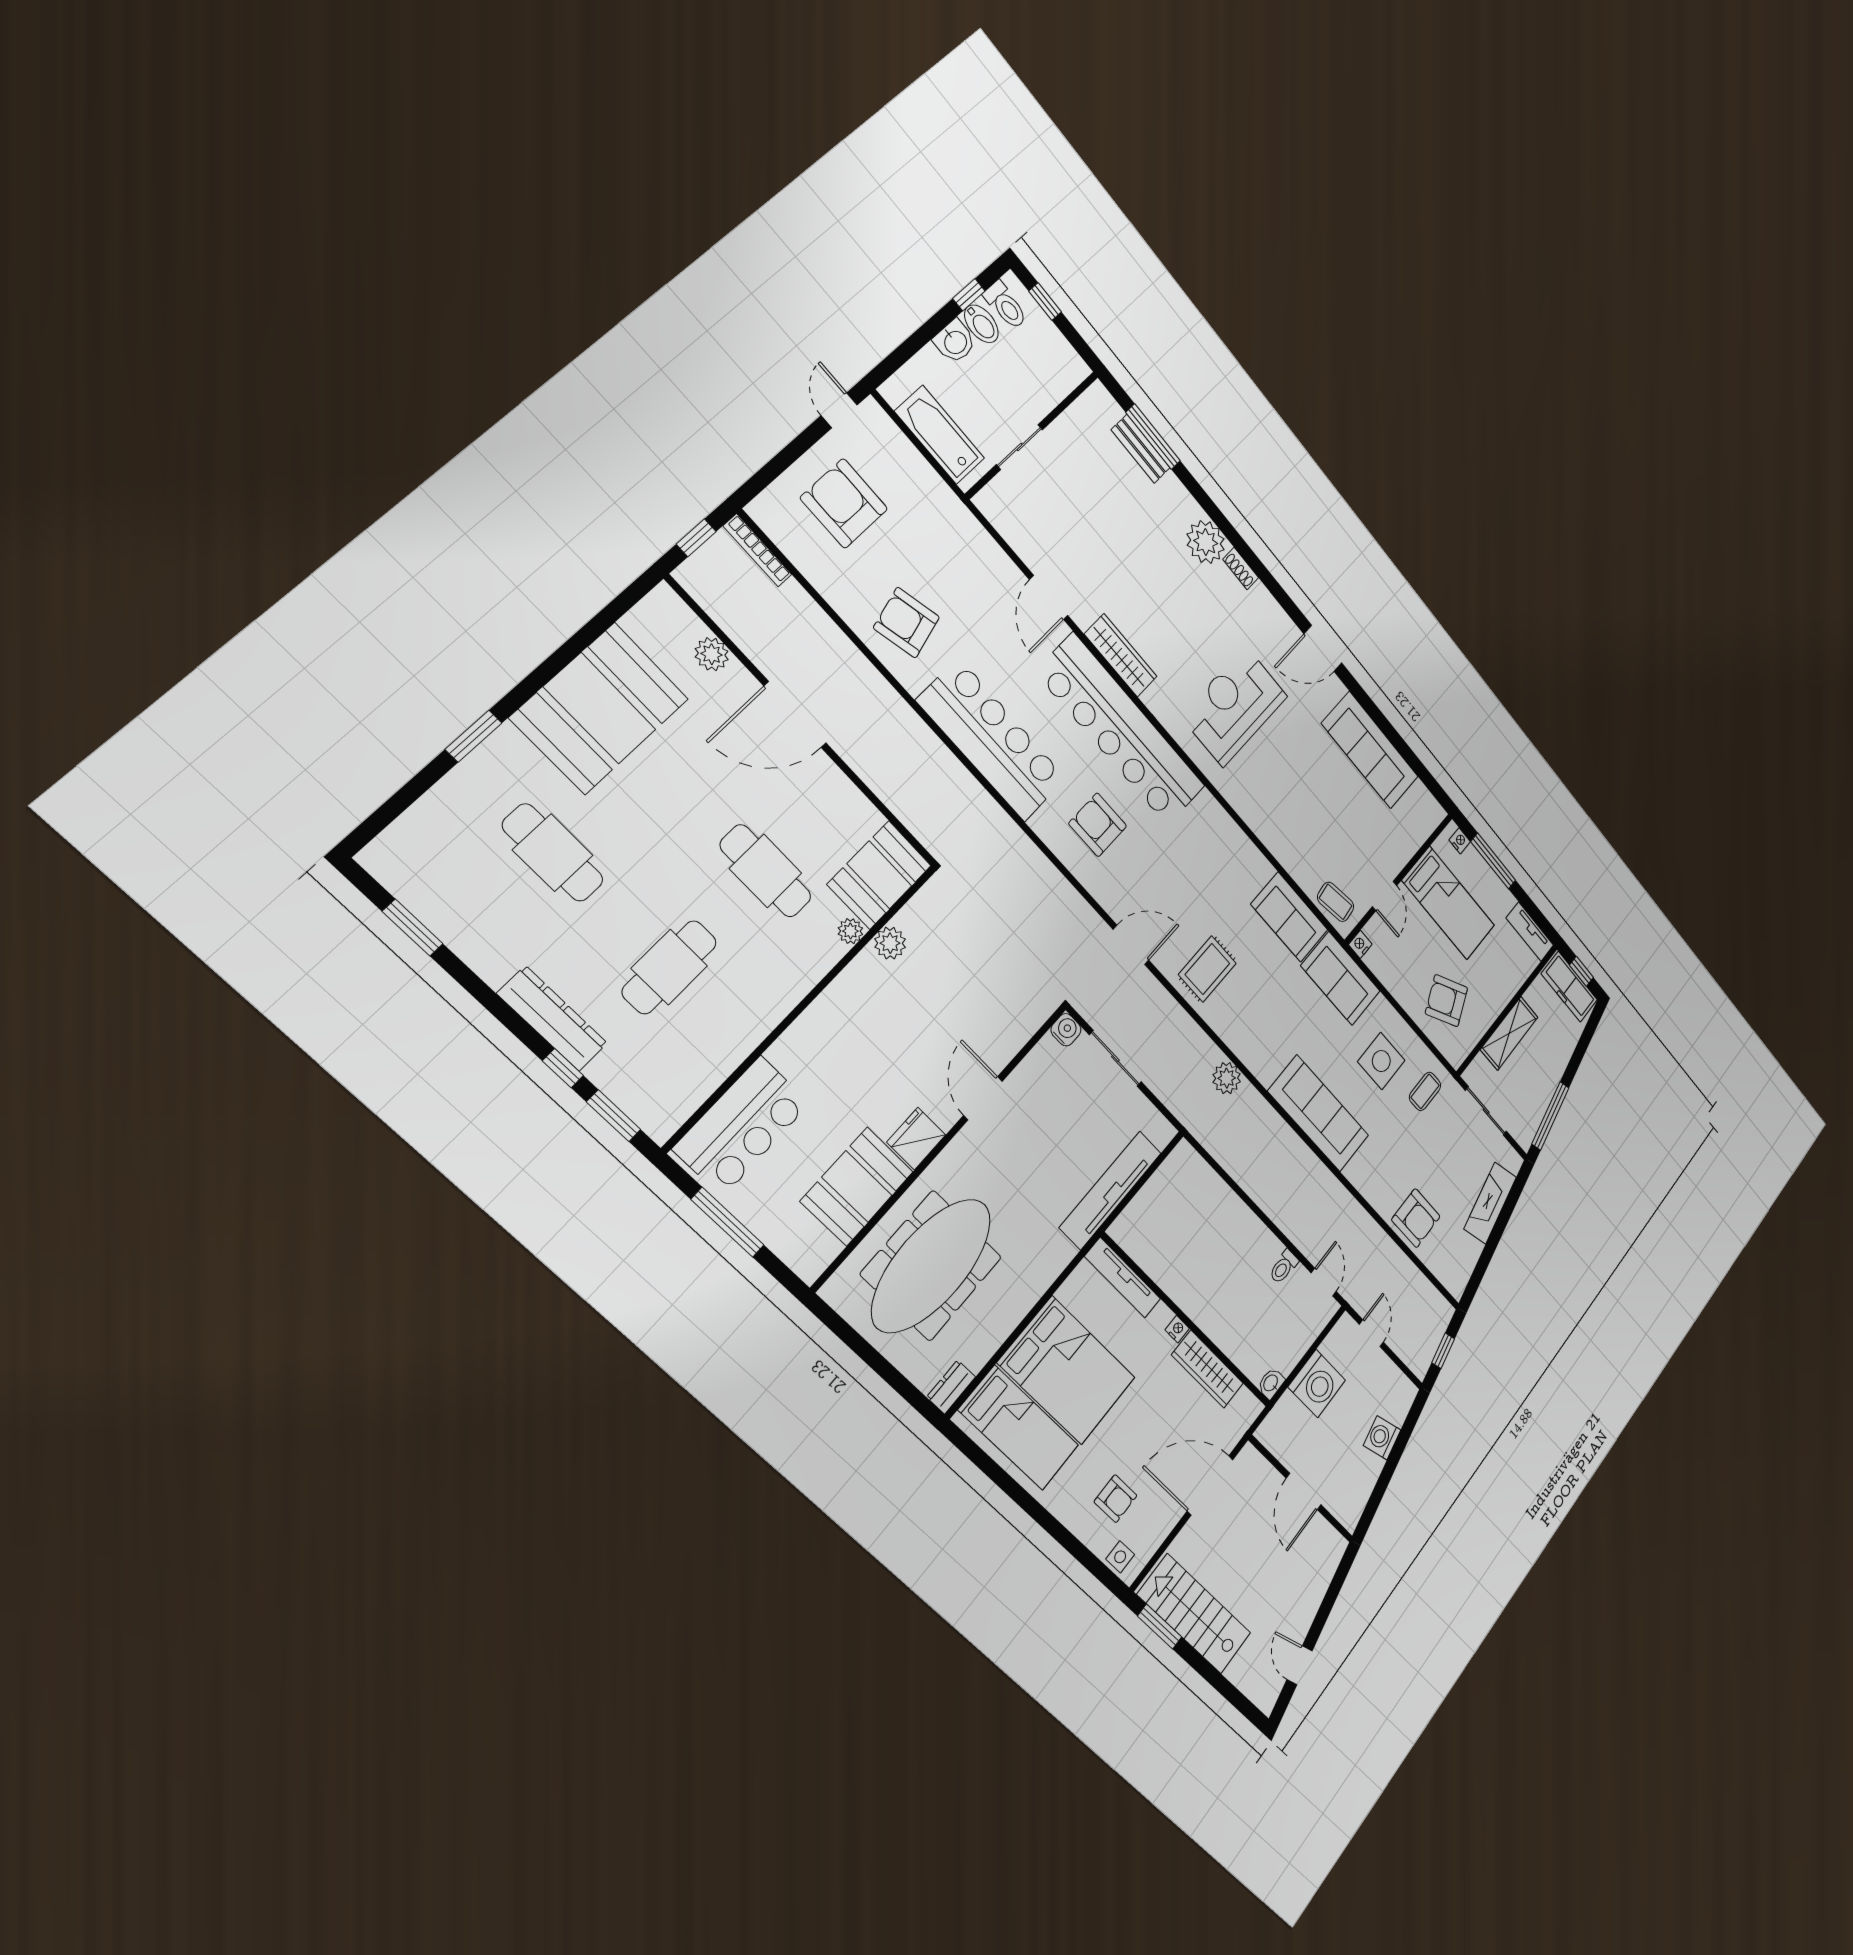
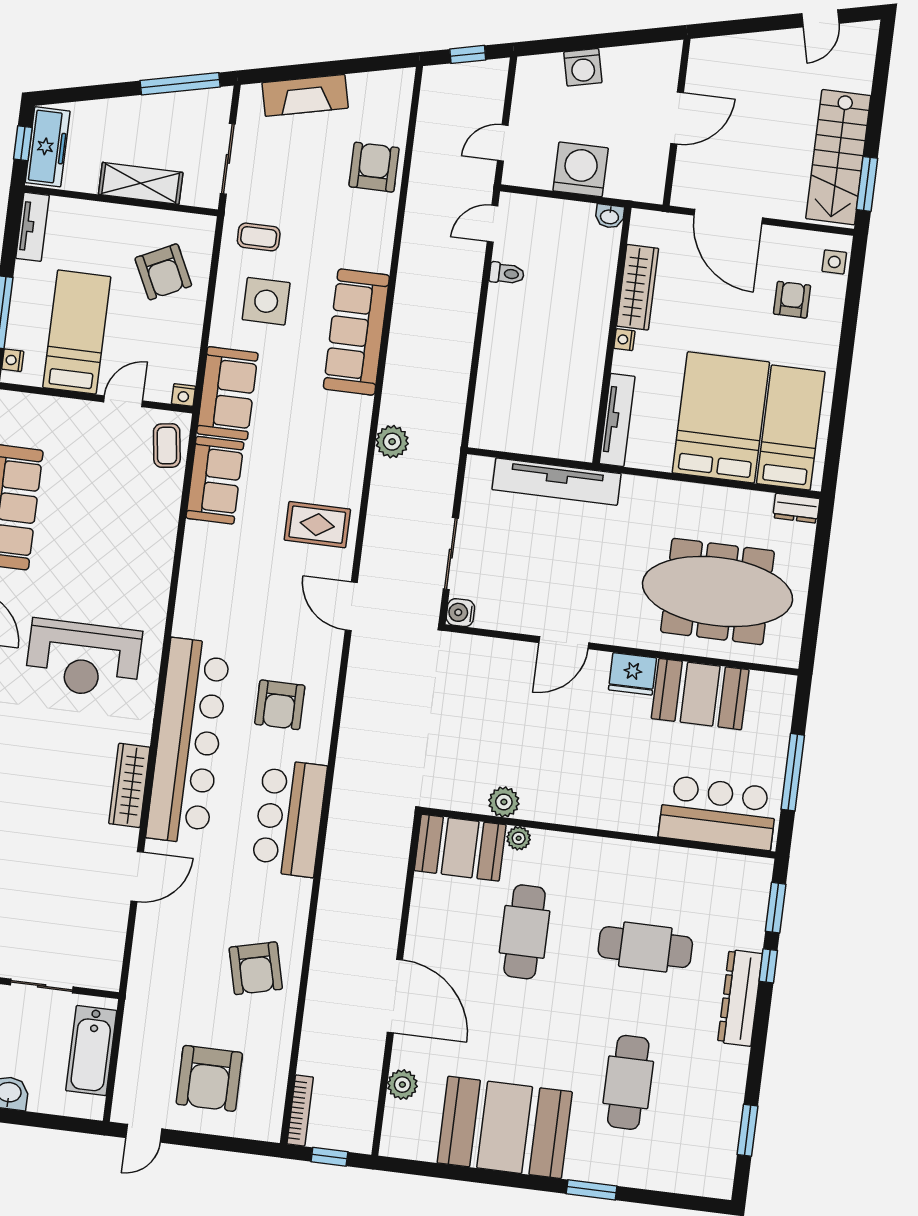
bar counter: (992, 740) -> (289, 818), width x0.73

